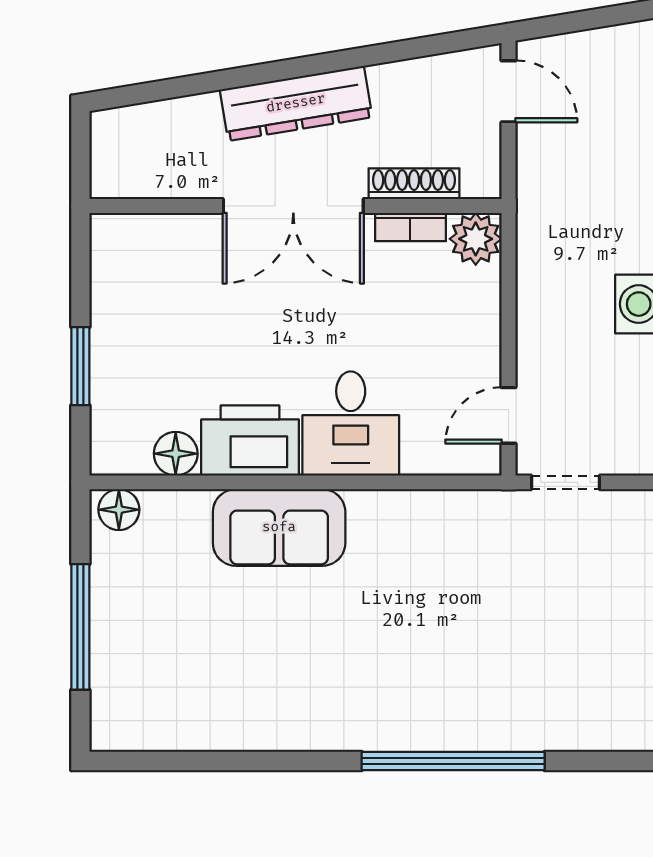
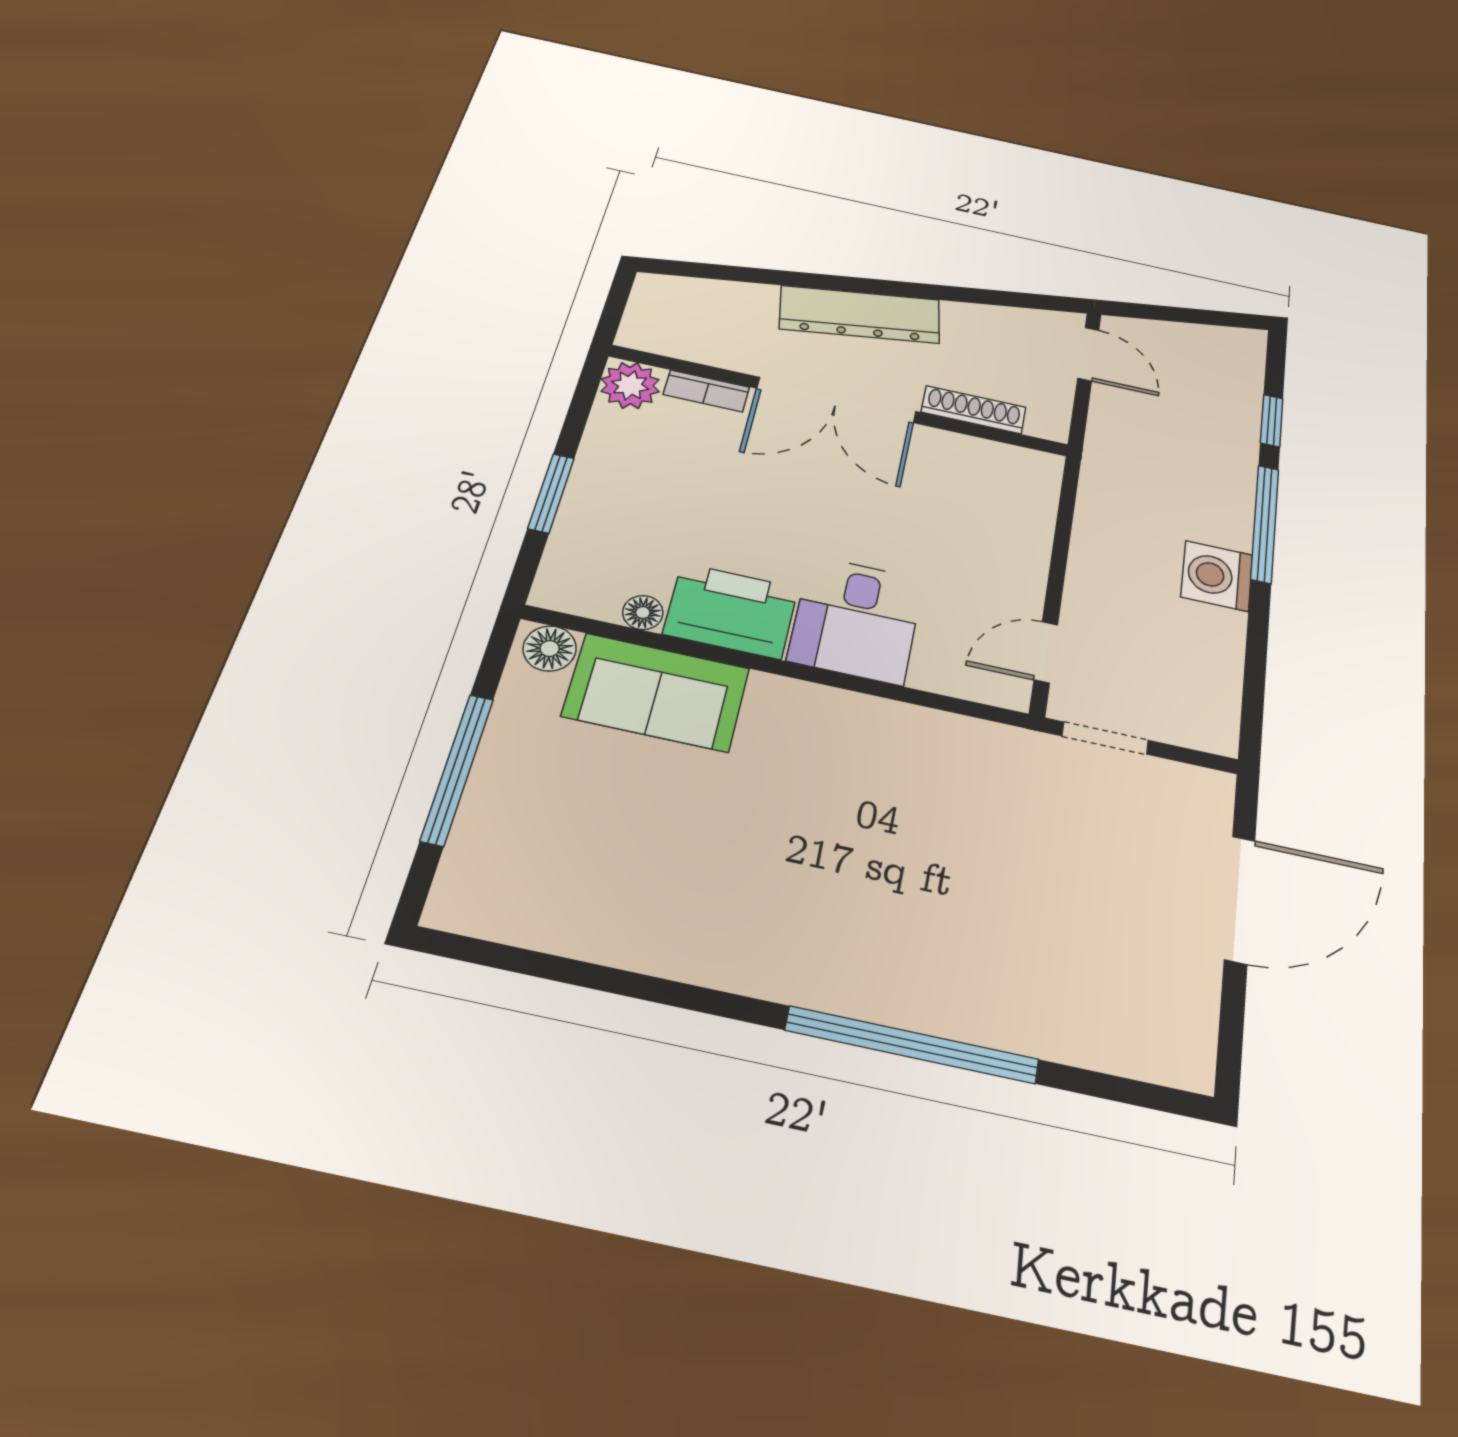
bookcase: (410, 227) -> (706, 391), moved
plant: (476, 239) -> (630, 385), moved
floor lamp: (176, 454) -> (643, 613), width x0.73, depth x0.73
sofa: (279, 527) -> (656, 692), moved

